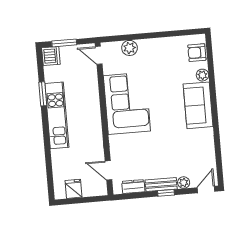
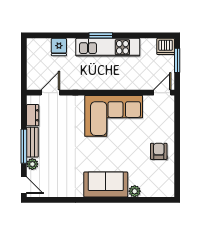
plant: (130, 48) -> (167, 123), removed
armchair: (197, 53) -> (159, 151), moved
window: (43, 94) -> (101, 35), moved
fridge: (74, 189) -> (59, 47), moved, turned 90
window: (166, 193) -> (24, 146), width x2.17

